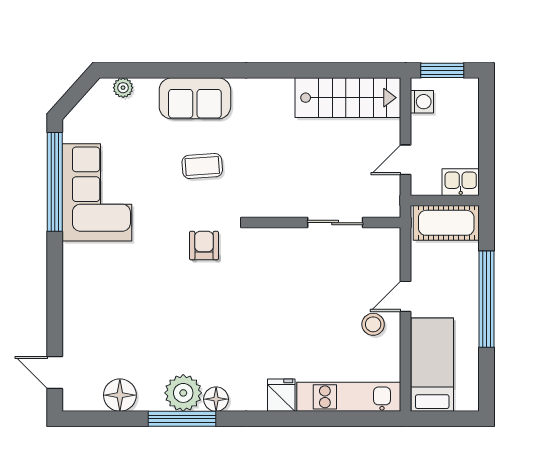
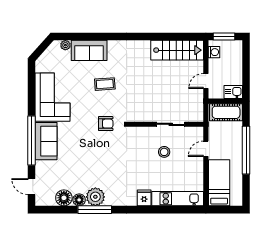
sofa: (195, 98) -> (89, 50), moved
window: (55, 182) -> (32, 140), moved
wall: (326, 223) -> (166, 124), moved
sliding door: (335, 223) -> (171, 124), moved
armchair: (204, 246) -> (106, 124), turned 90
sofa: (84, 281) -> (46, 141), added
stool: (373, 324) -> (164, 152), moved
floor lamp: (216, 399) -> (79, 200), moved

